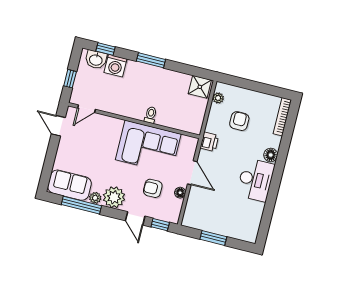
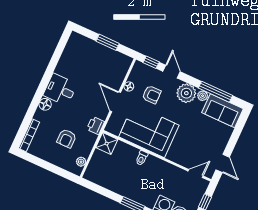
shower: (200, 87) -> (107, 144), moved
desk: (256, 180) -> (60, 90), width x0.73

